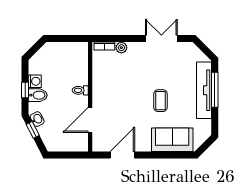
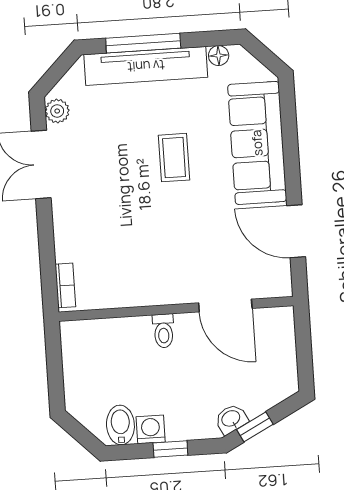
plant: (121, 48) -> (57, 111), moved
bidet: (38, 95) -> (120, 425), moved
coffee table: (160, 101) -> (174, 158), turned 90
floor lamp: (207, 124) -> (219, 56), added
sofa: (172, 140) -> (257, 143), width x1.36

